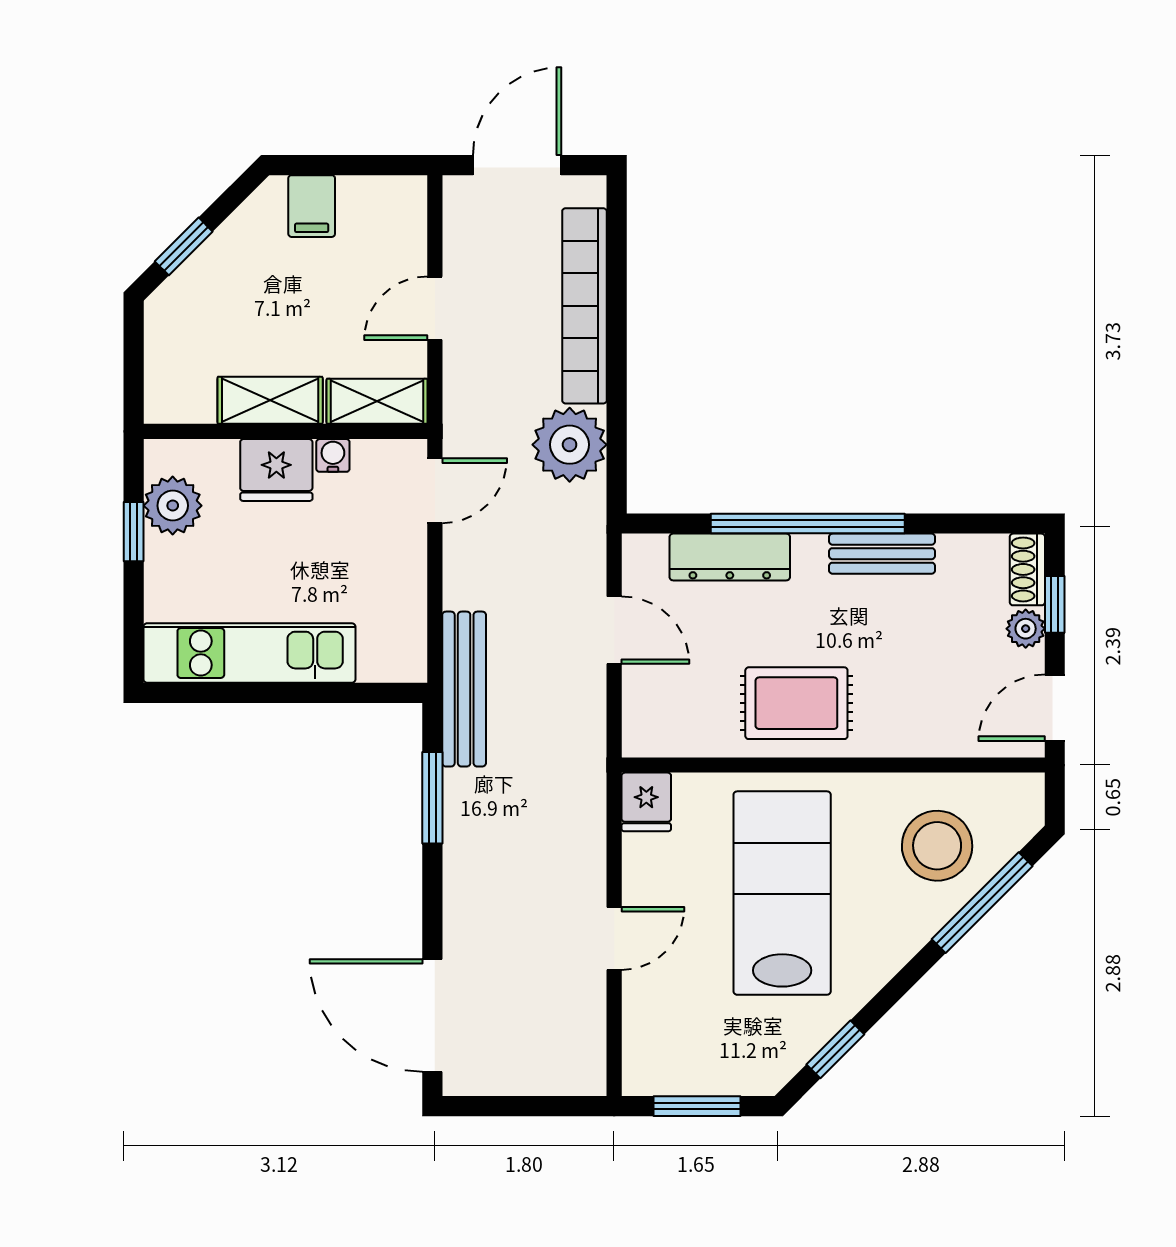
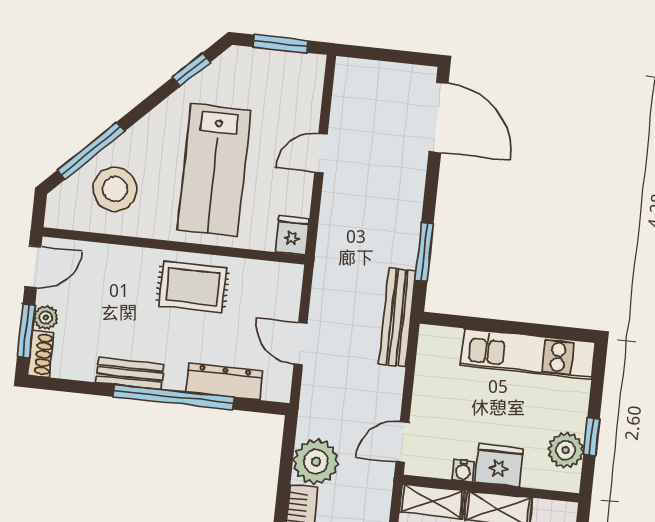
window: (1055, 604) -> (26, 331), width x1.50

